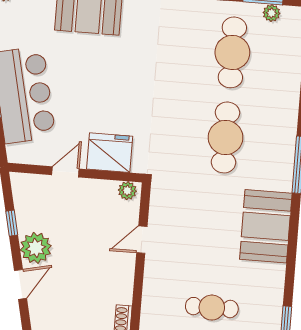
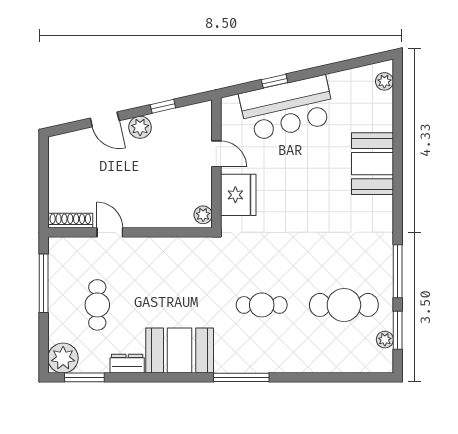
cafe table: (225, 137) -> (262, 305), width x0.73, depth x0.74
door: (142, 240) -> (110, 232), moved
plant: (36, 248) -> (140, 127), width x0.73, depth x0.73
dresser: (275, 282) -> (127, 364), added

